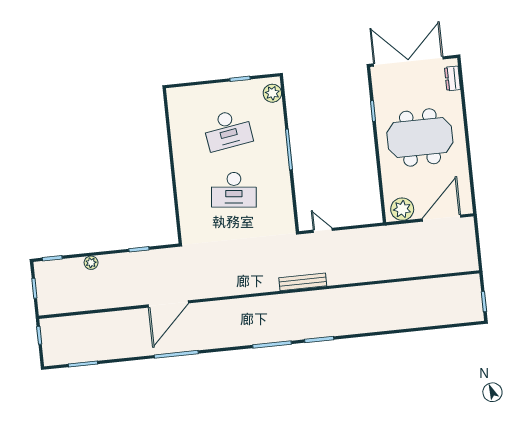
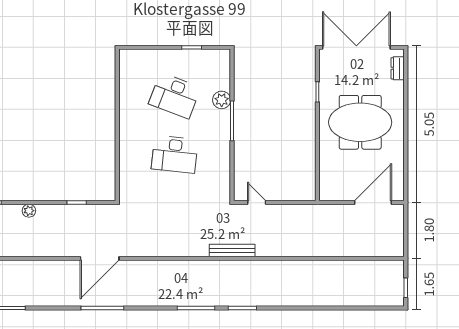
plant: (272, 93) -> (222, 100), moved
desk: (228, 130) -> (175, 96), turned 30
plant: (402, 209) -> (336, 190), removed

